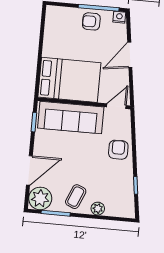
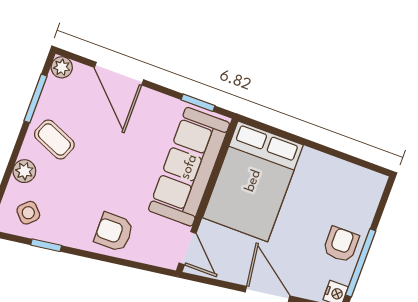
armchair: (118, 150) -> (114, 232), turned 180
plant: (40, 198) -> (62, 67), width x0.53, depth x0.53
side table: (120, 200) -> (28, 213), added

